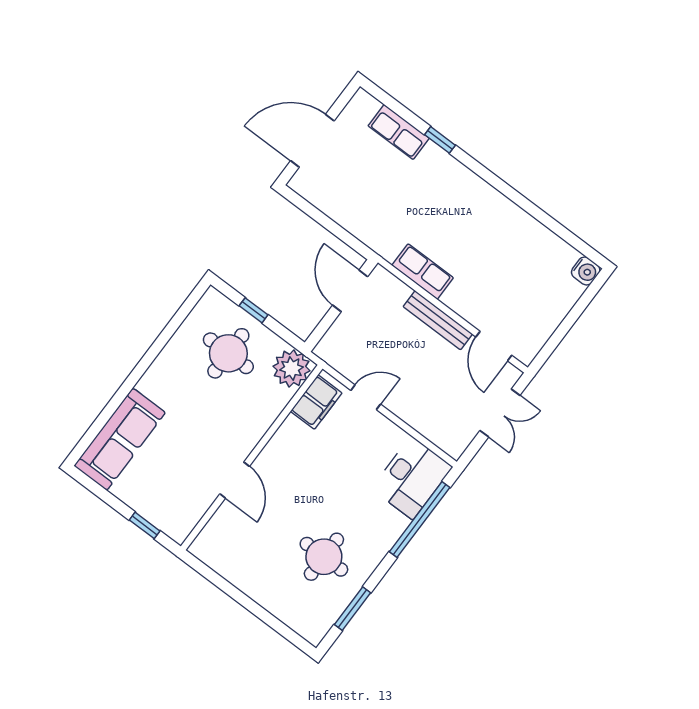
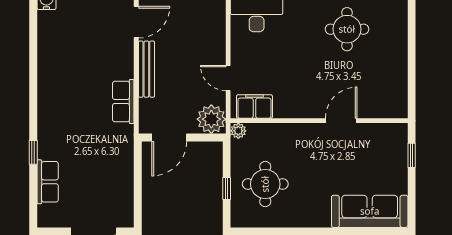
plant: (336, 348) -> (211, 119), added
plant: (292, 368) -> (238, 131), width x0.53, depth x0.53

